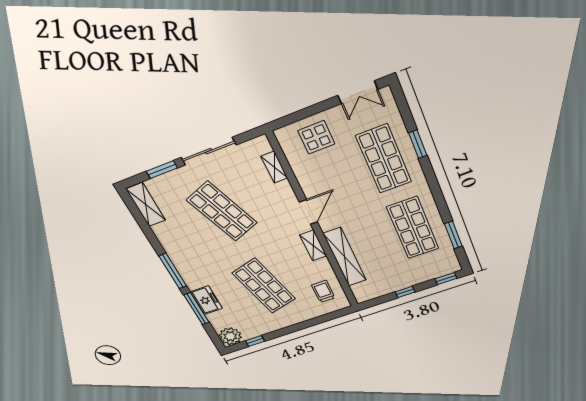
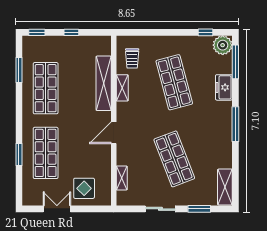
double door: (358, 92) -> (57, 209), moved
sliding door: (209, 151) -> (160, 209), width x0.73
shelving: (313, 245) -> (122, 88), moved
window: (196, 309) -> (235, 62), moved

